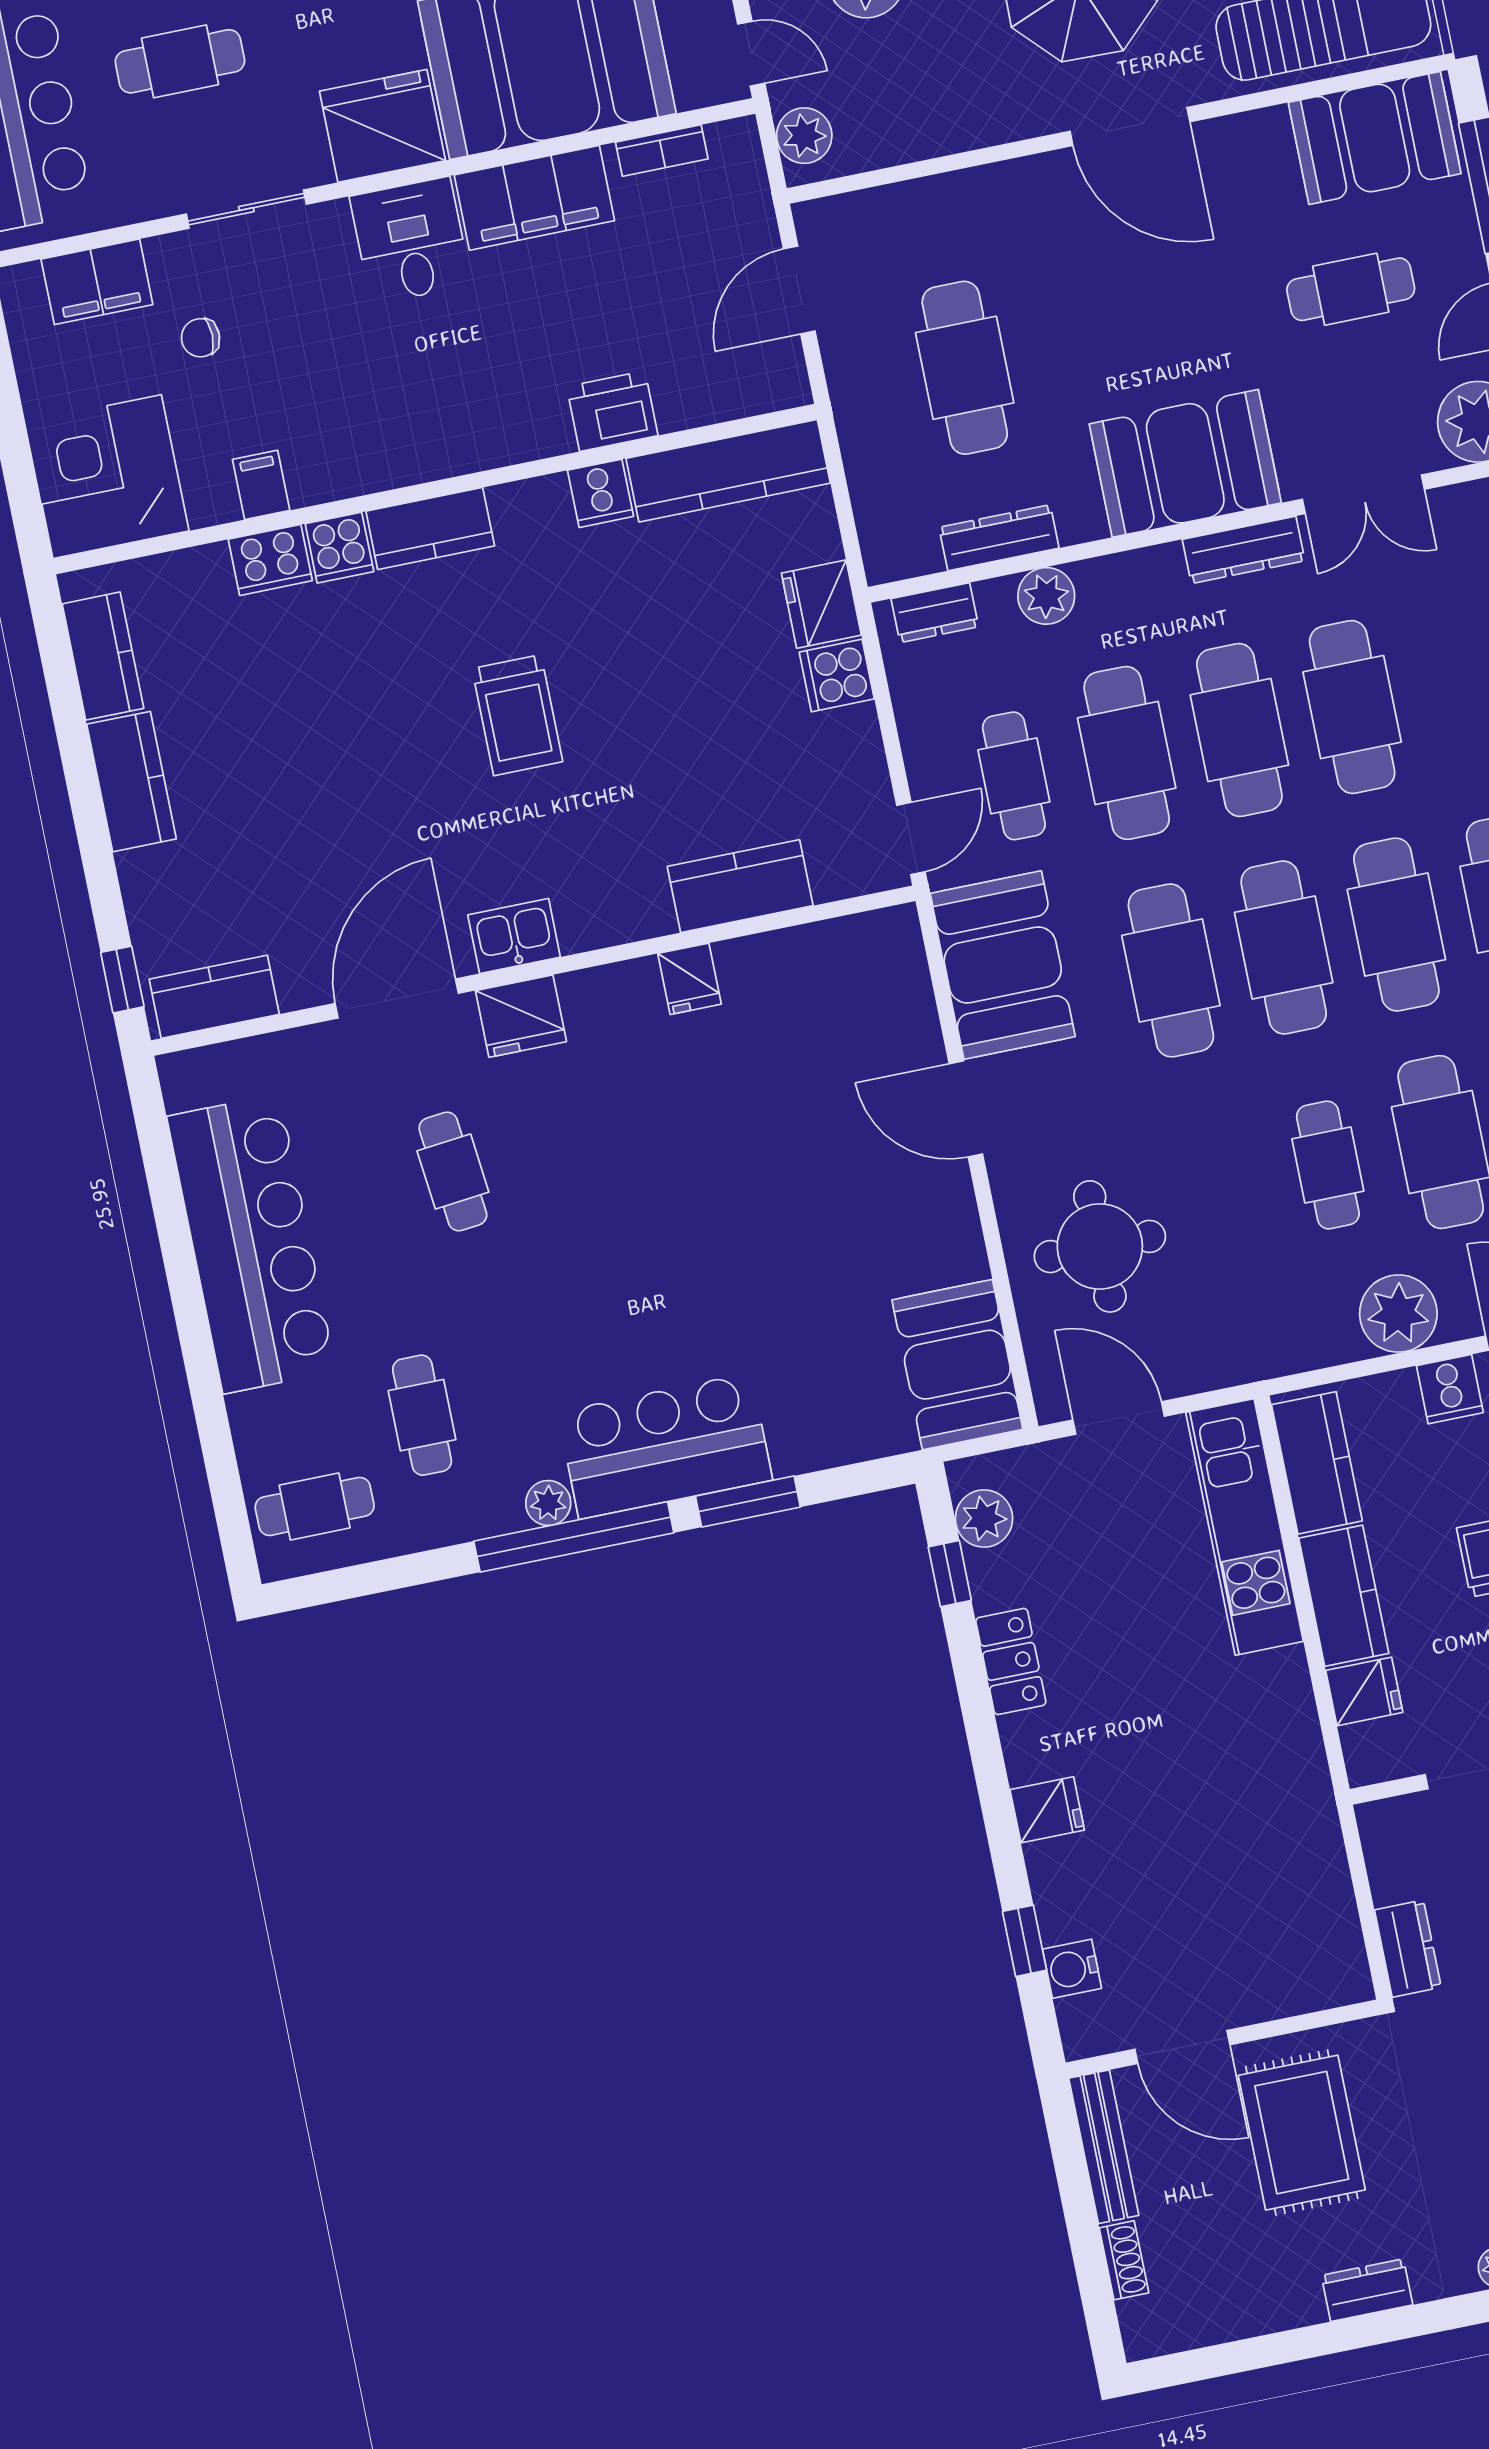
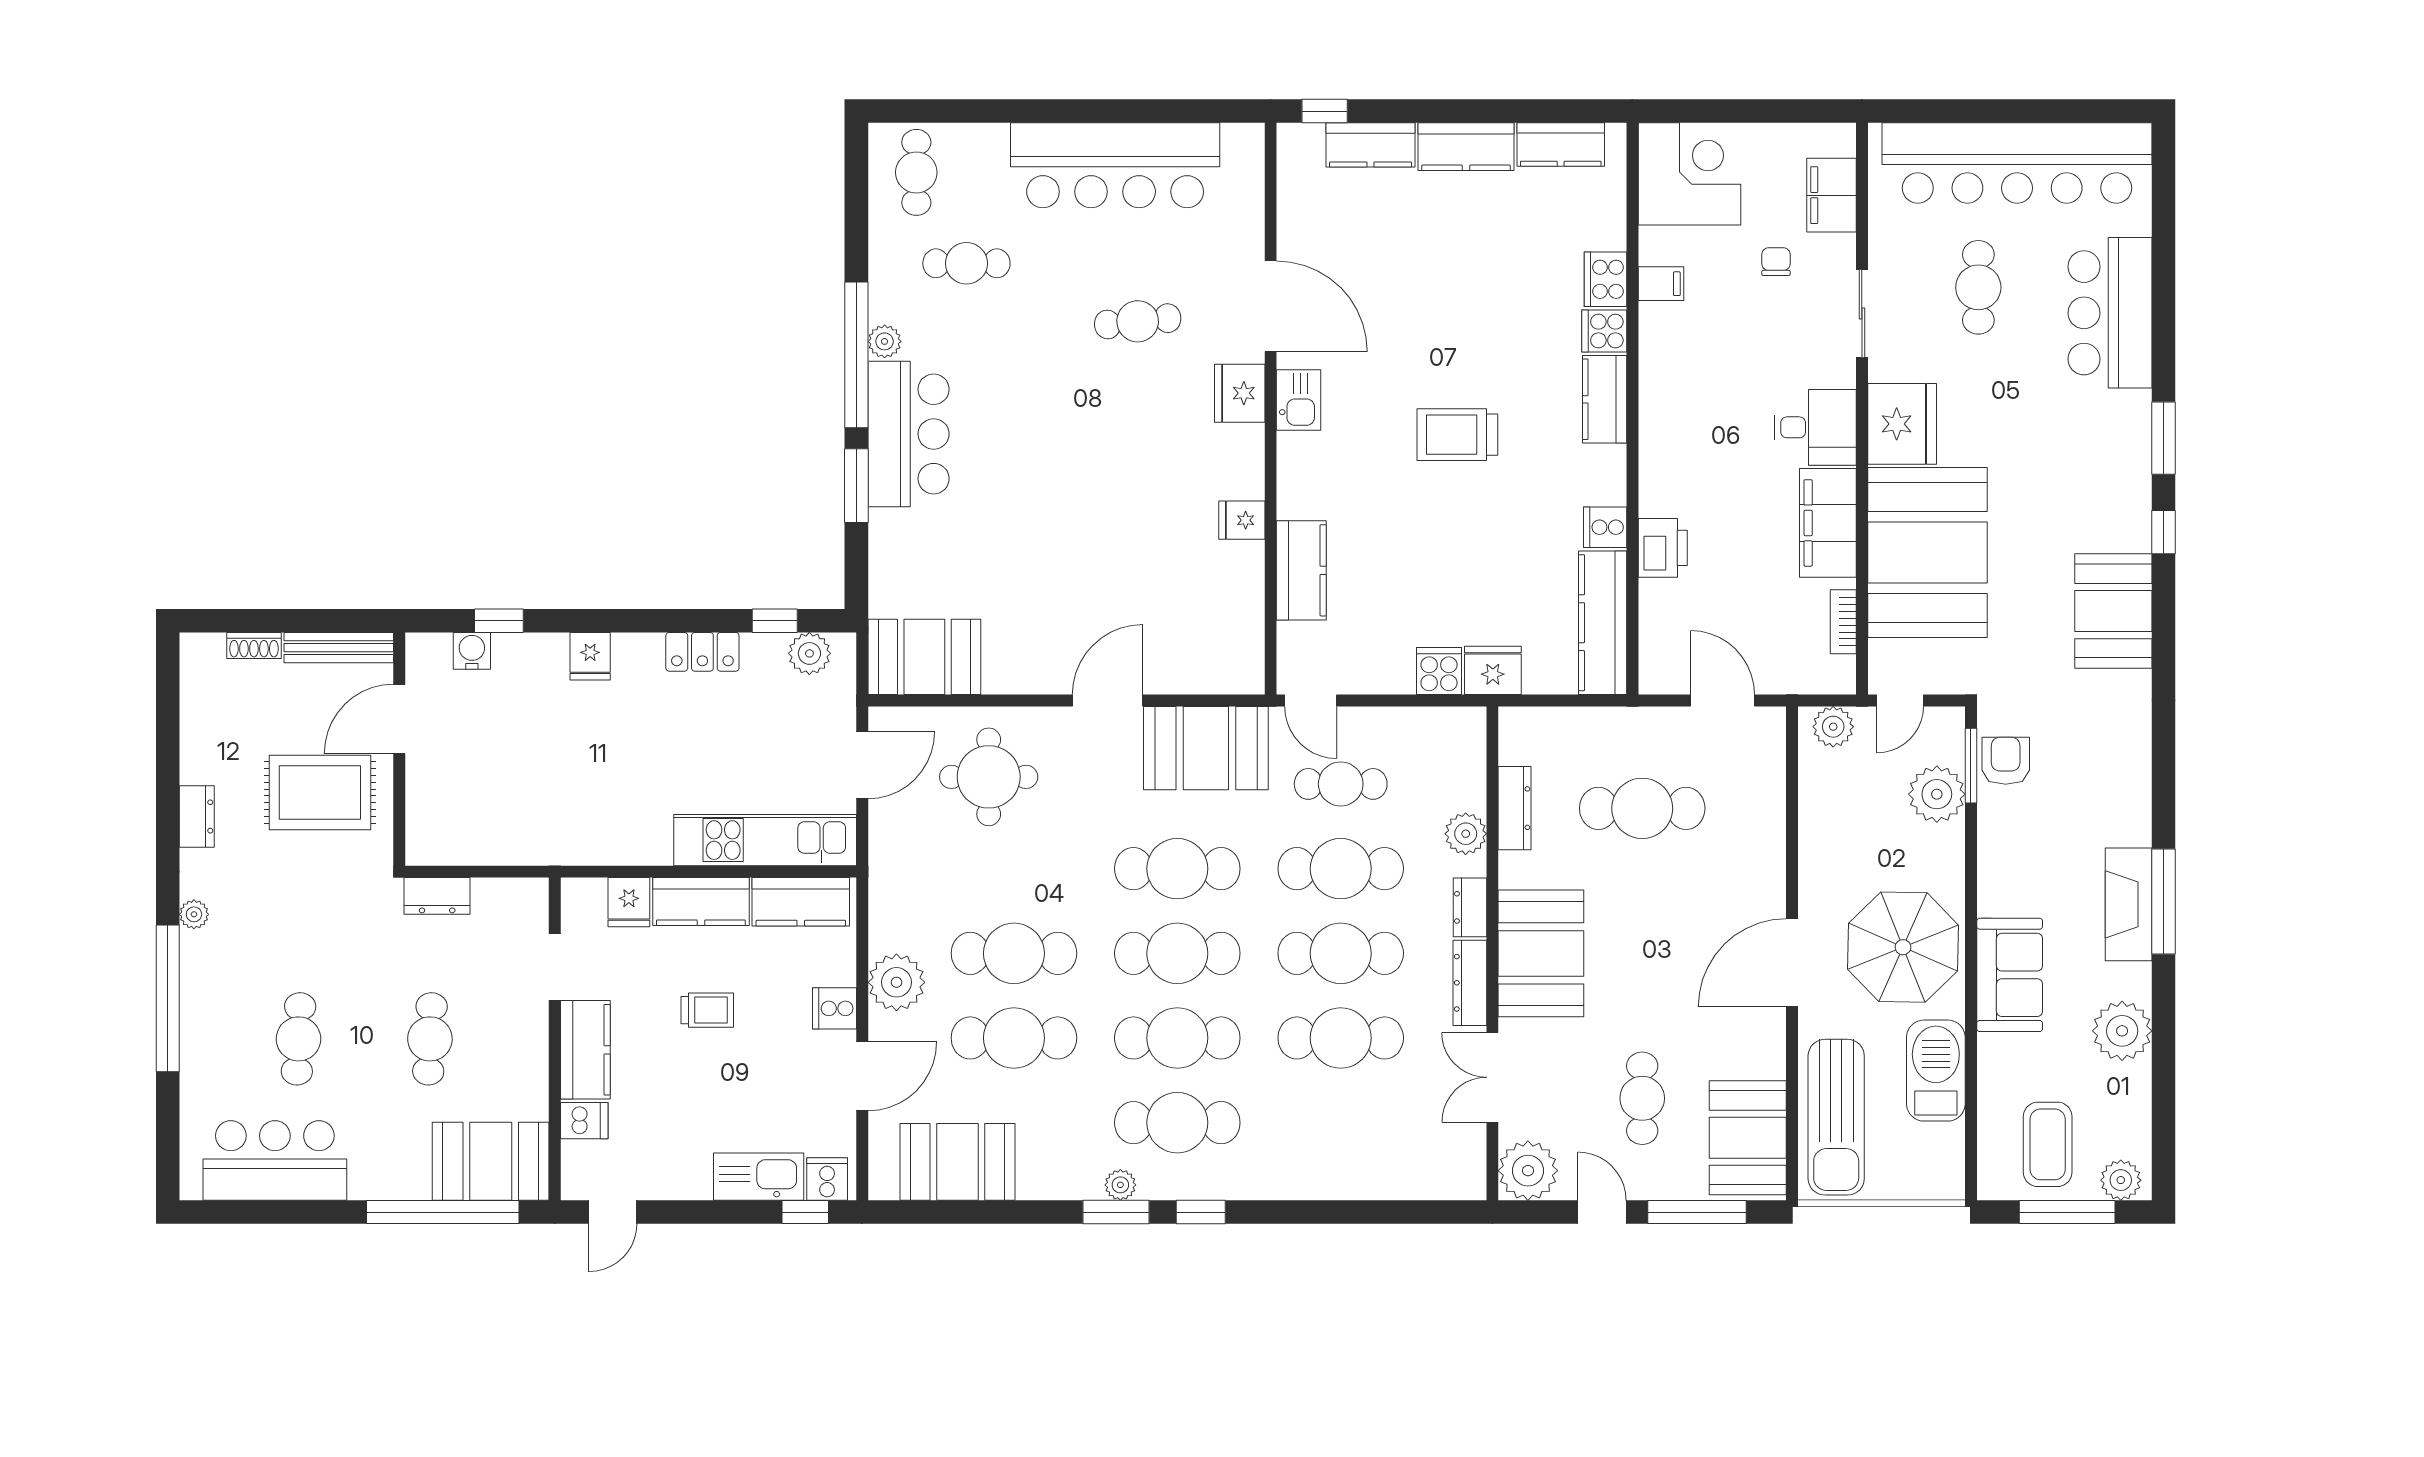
dresser: (935, 613) -> (1470, 907), moved
kitchen counter: (214, 997) -> (1371, 145), moved, turned 90
cafe table: (1328, 1165) -> (1014, 953), width x1.37, depth x1.35

